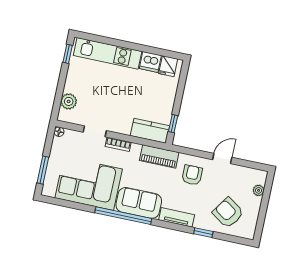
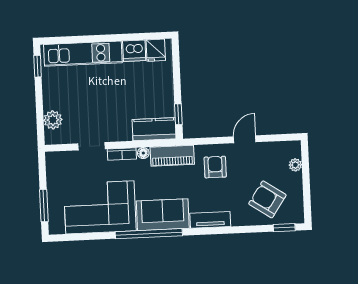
floor lamp: (59, 132) -> (143, 153), moved
window: (203, 233) -> (284, 228), moved

